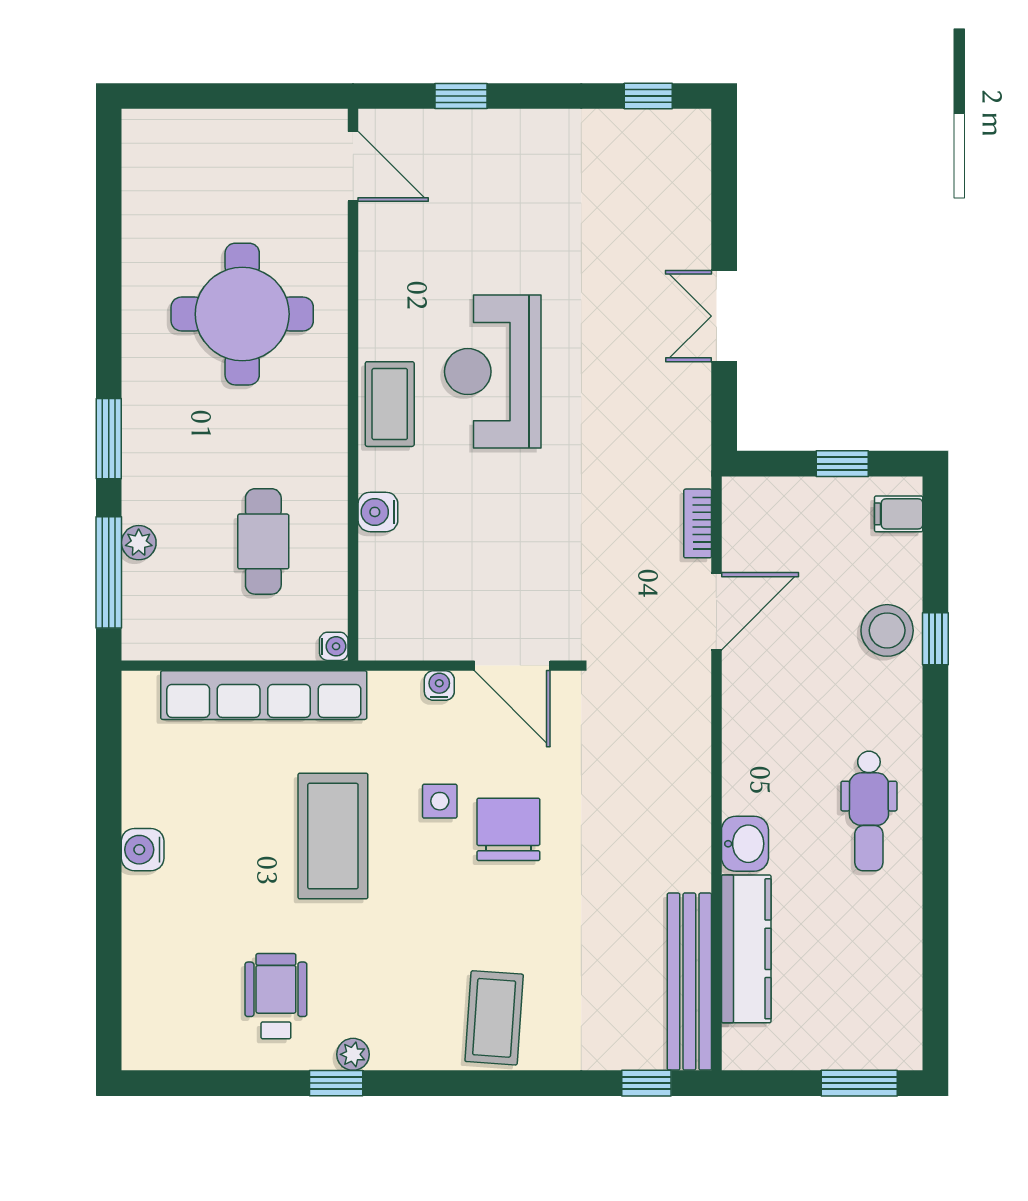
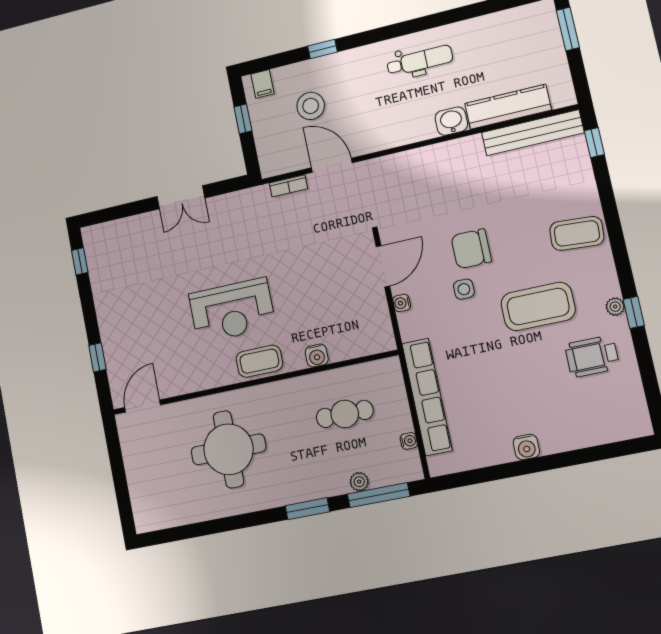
stool: (887, 630) -> (311, 106), moved
water cooler: (334, 646) -> (409, 441), moved, turned 90
coffee table: (333, 836) -> (538, 306), moved

